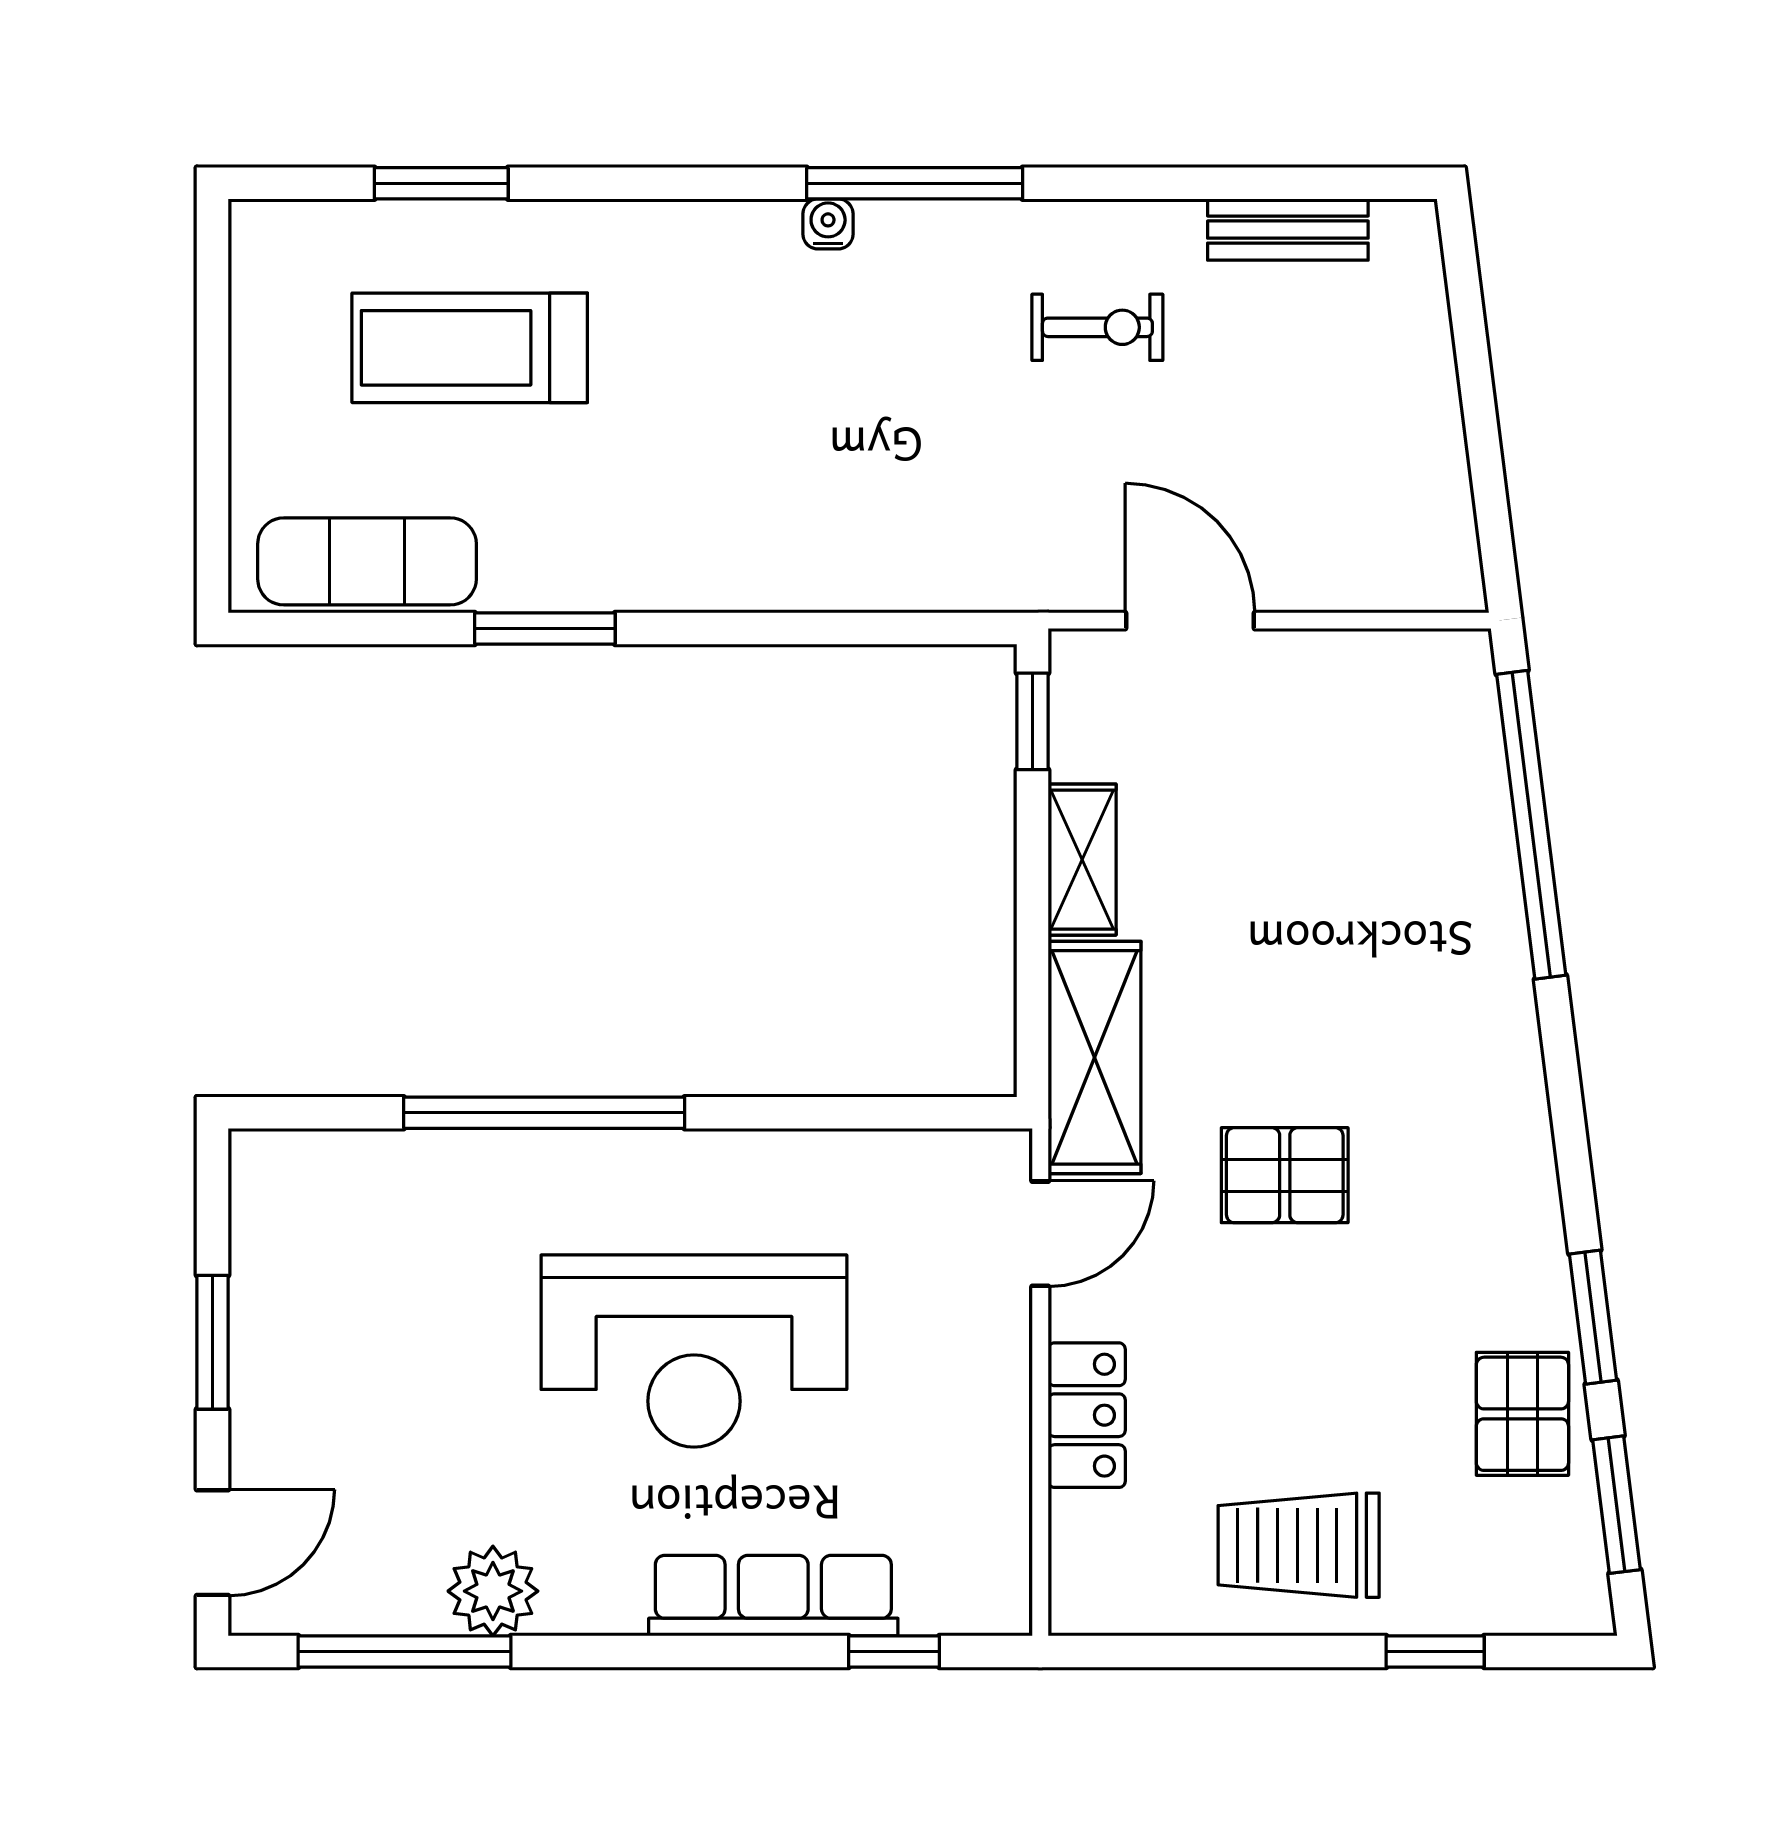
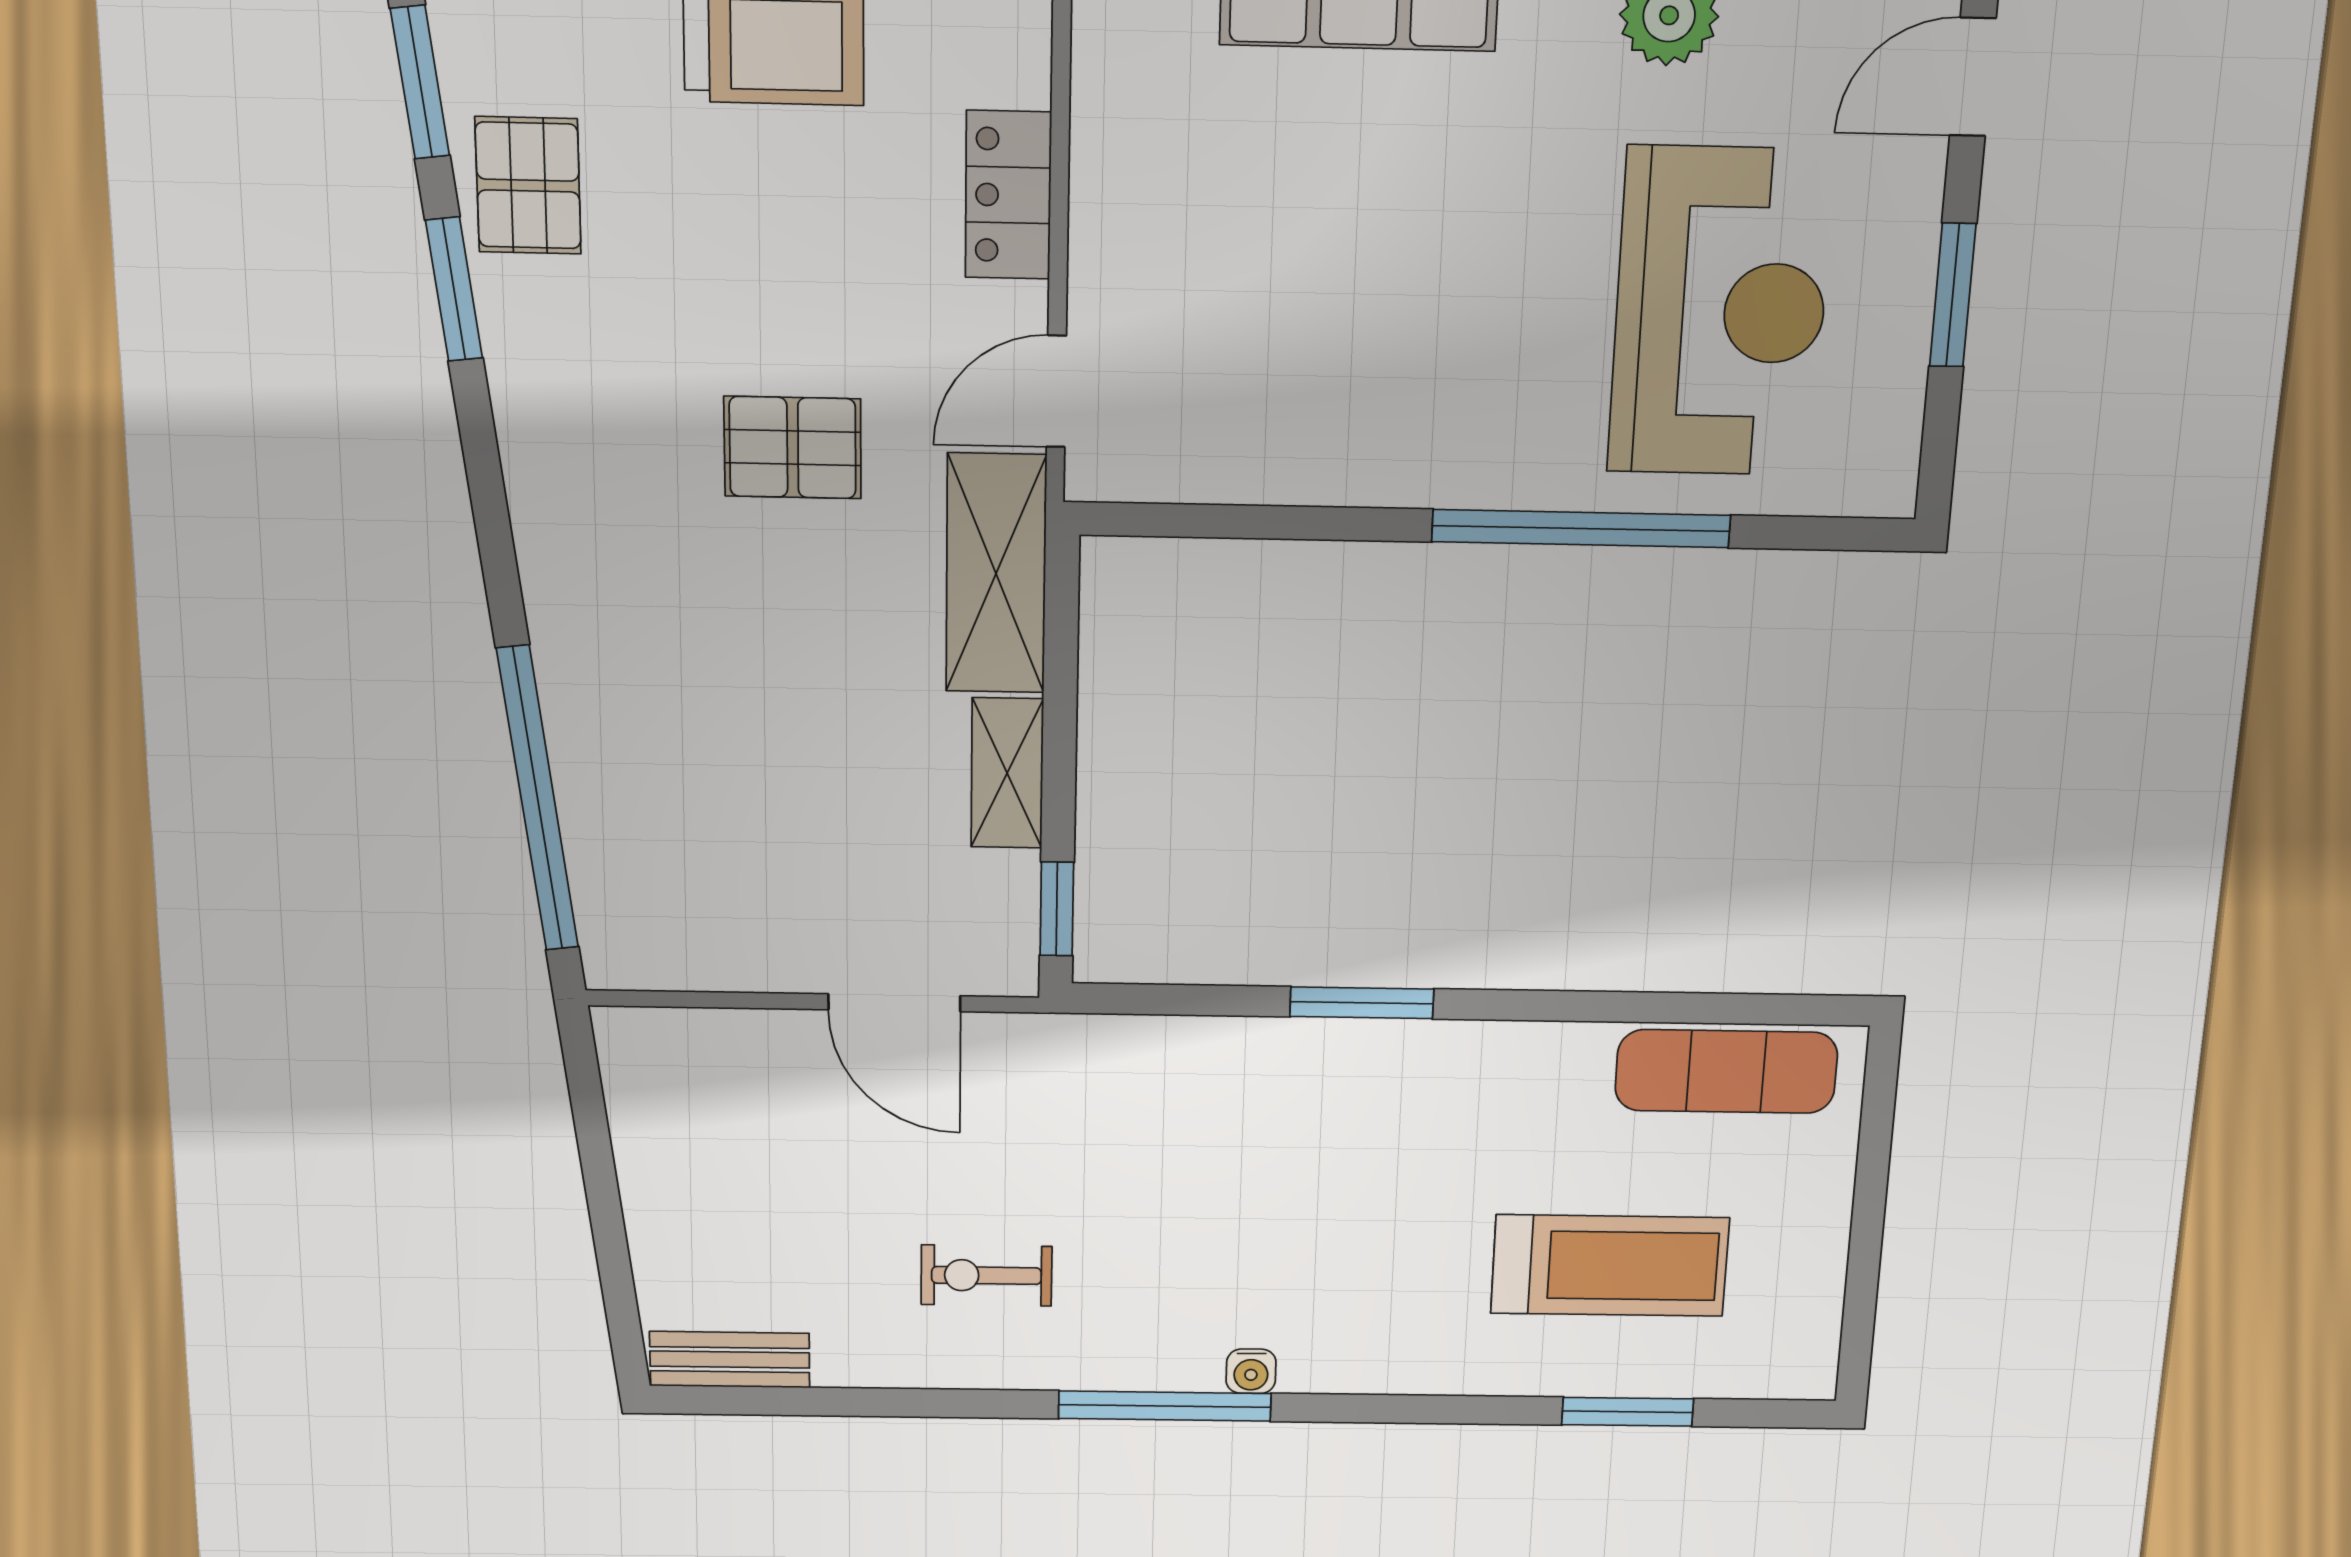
bench: (1288, 230) -> (730, 1360), moved
window: (545, 628) -> (1362, 1003), moved
reception desk: (694, 1351) -> (1720, 312), moved, turned 90

